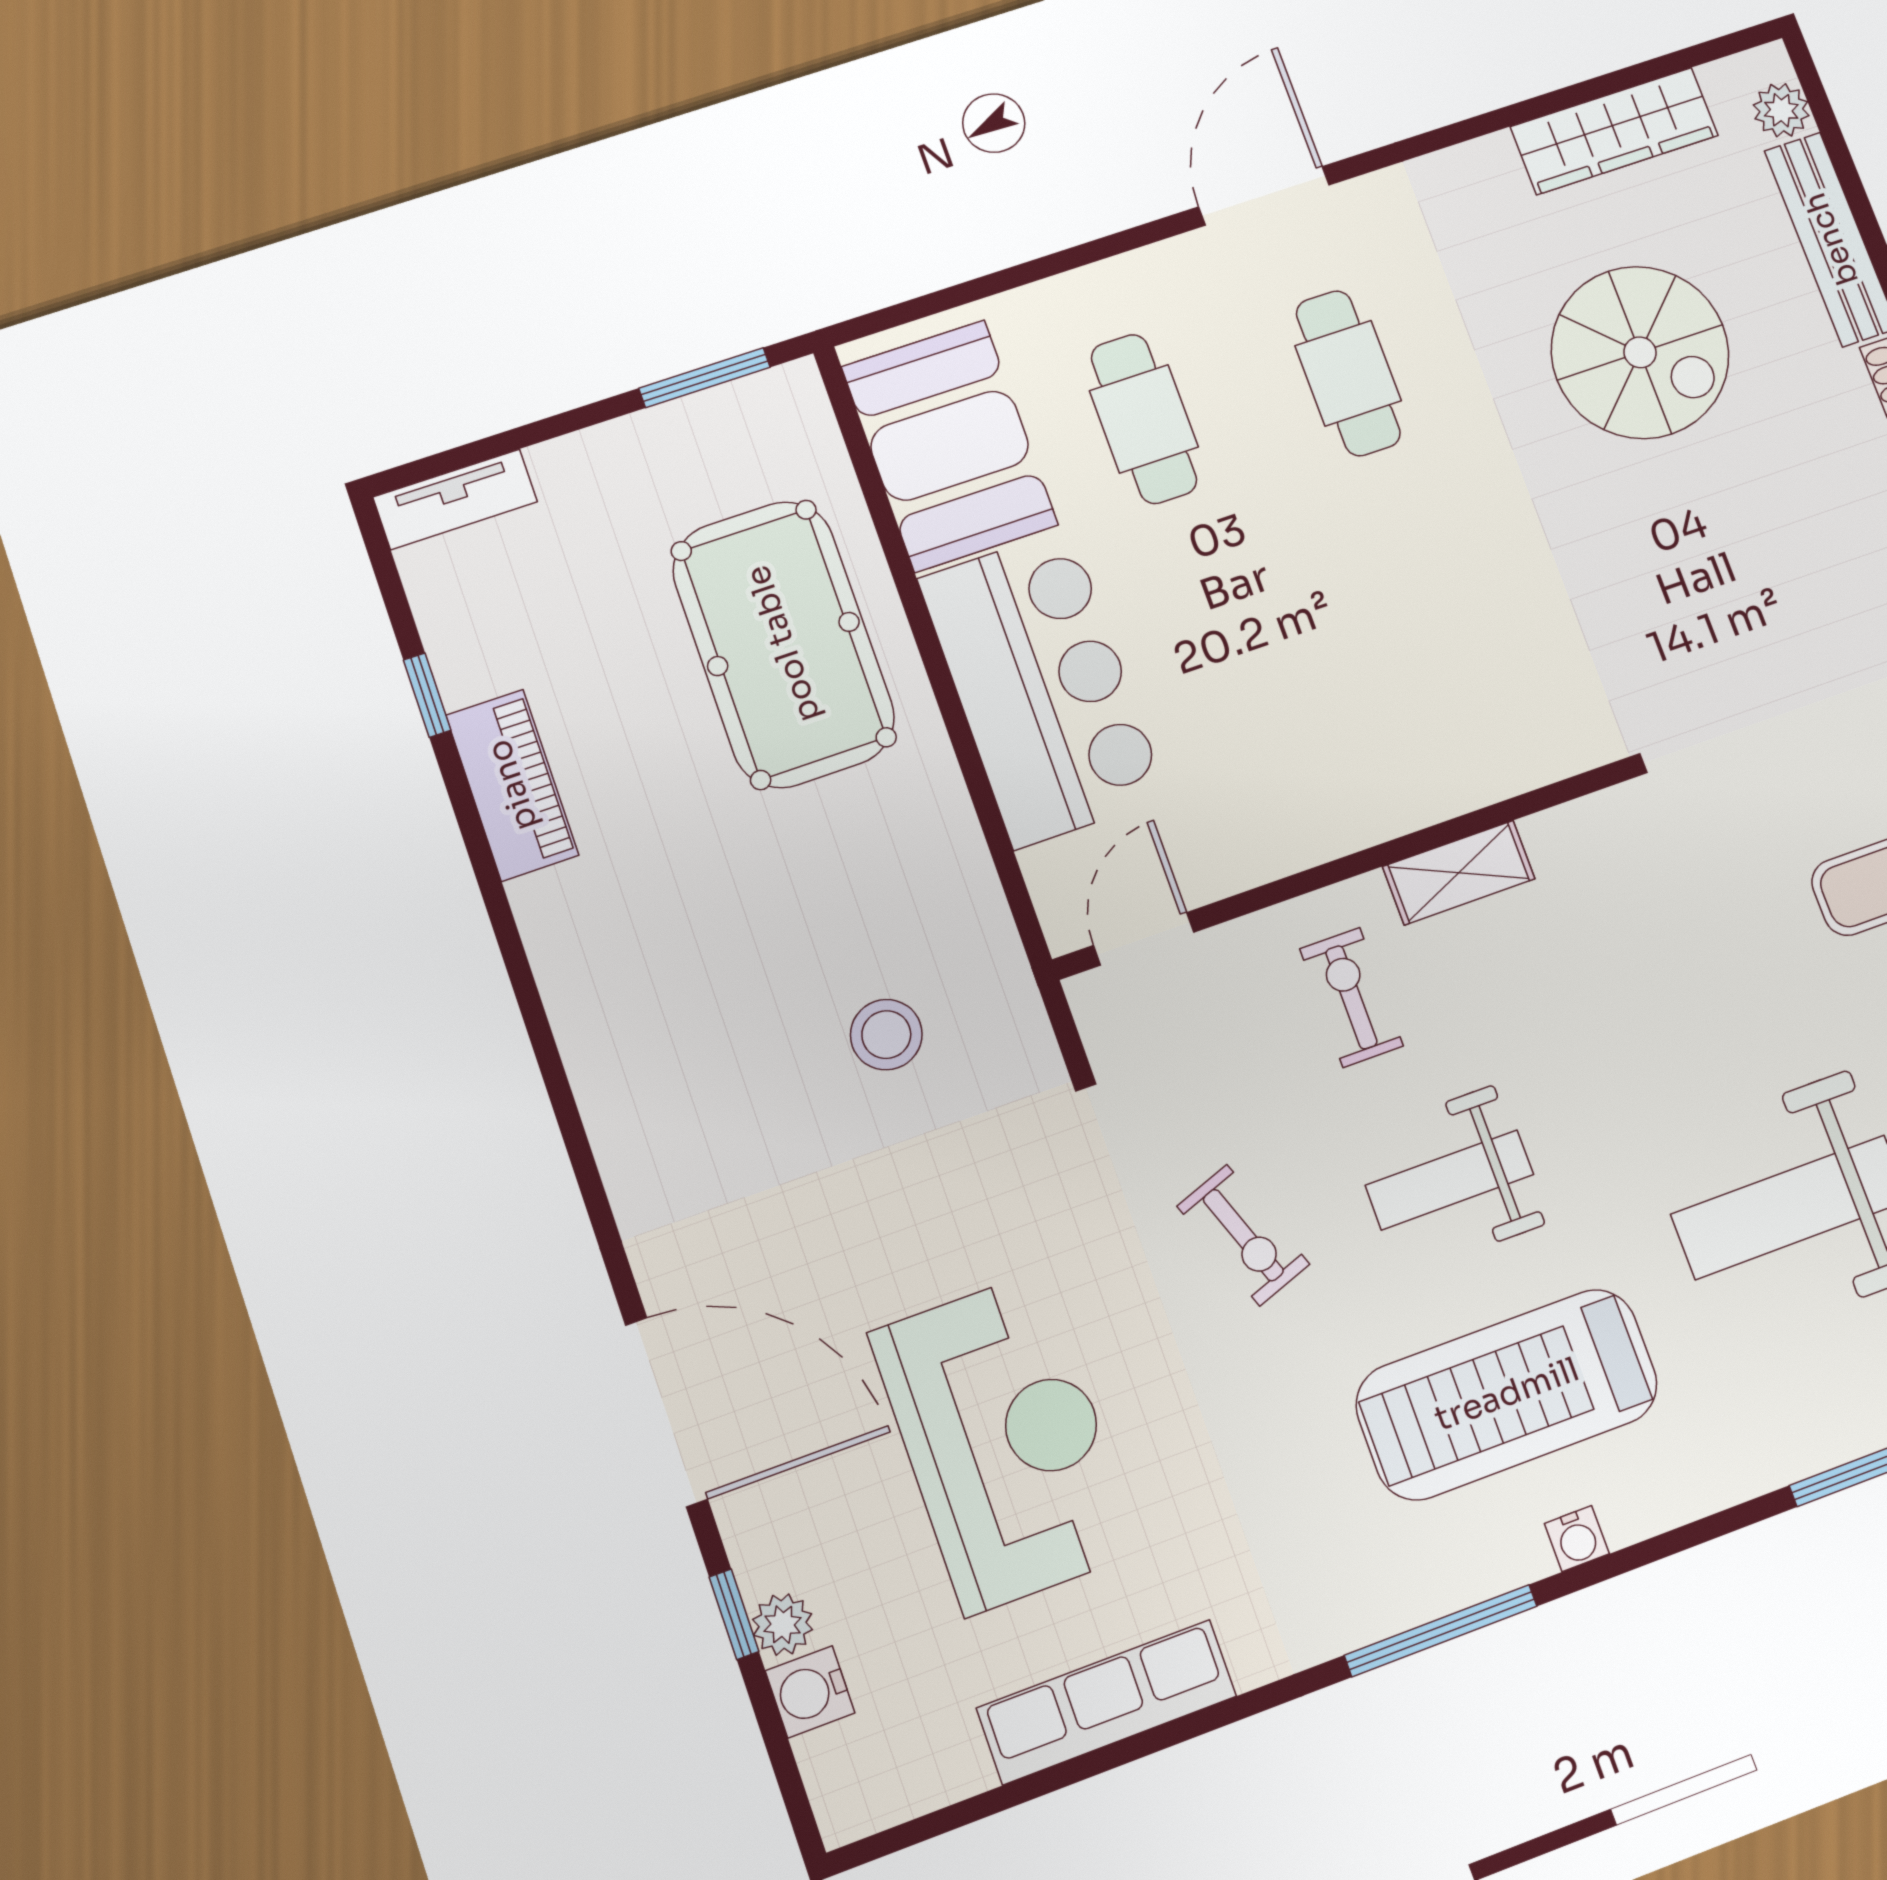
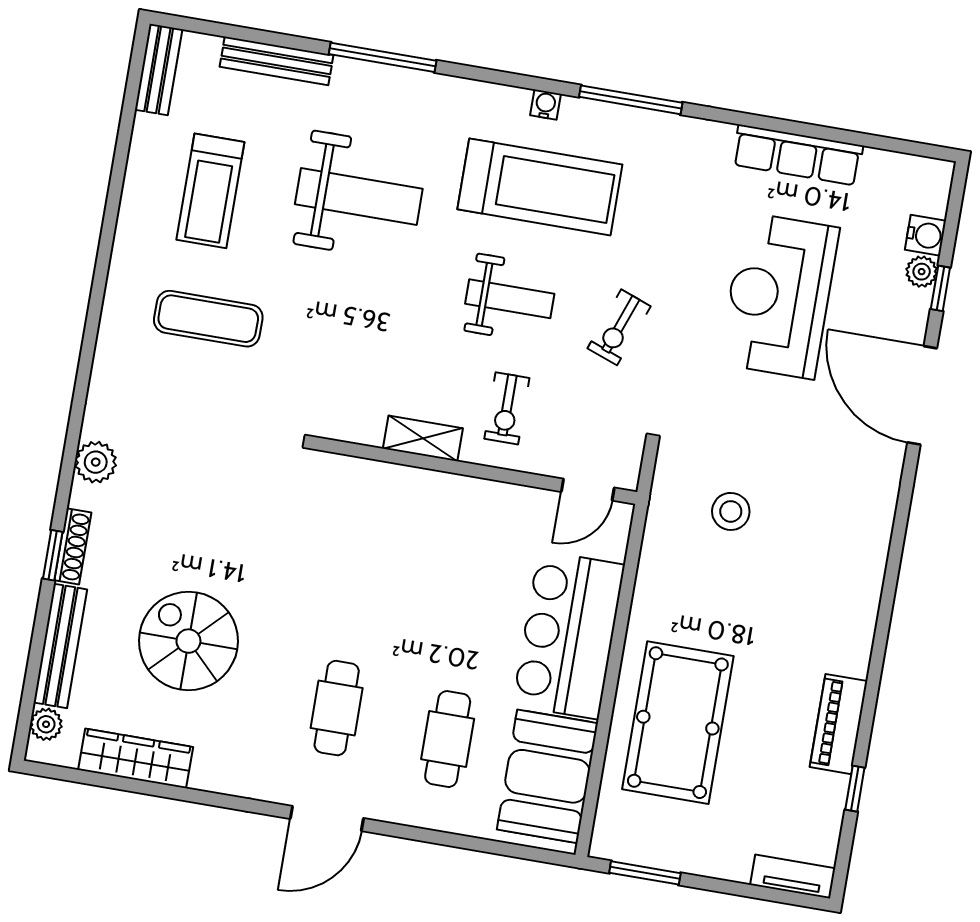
exercise bike: (1243, 1235) -> (619, 327), turned -140

